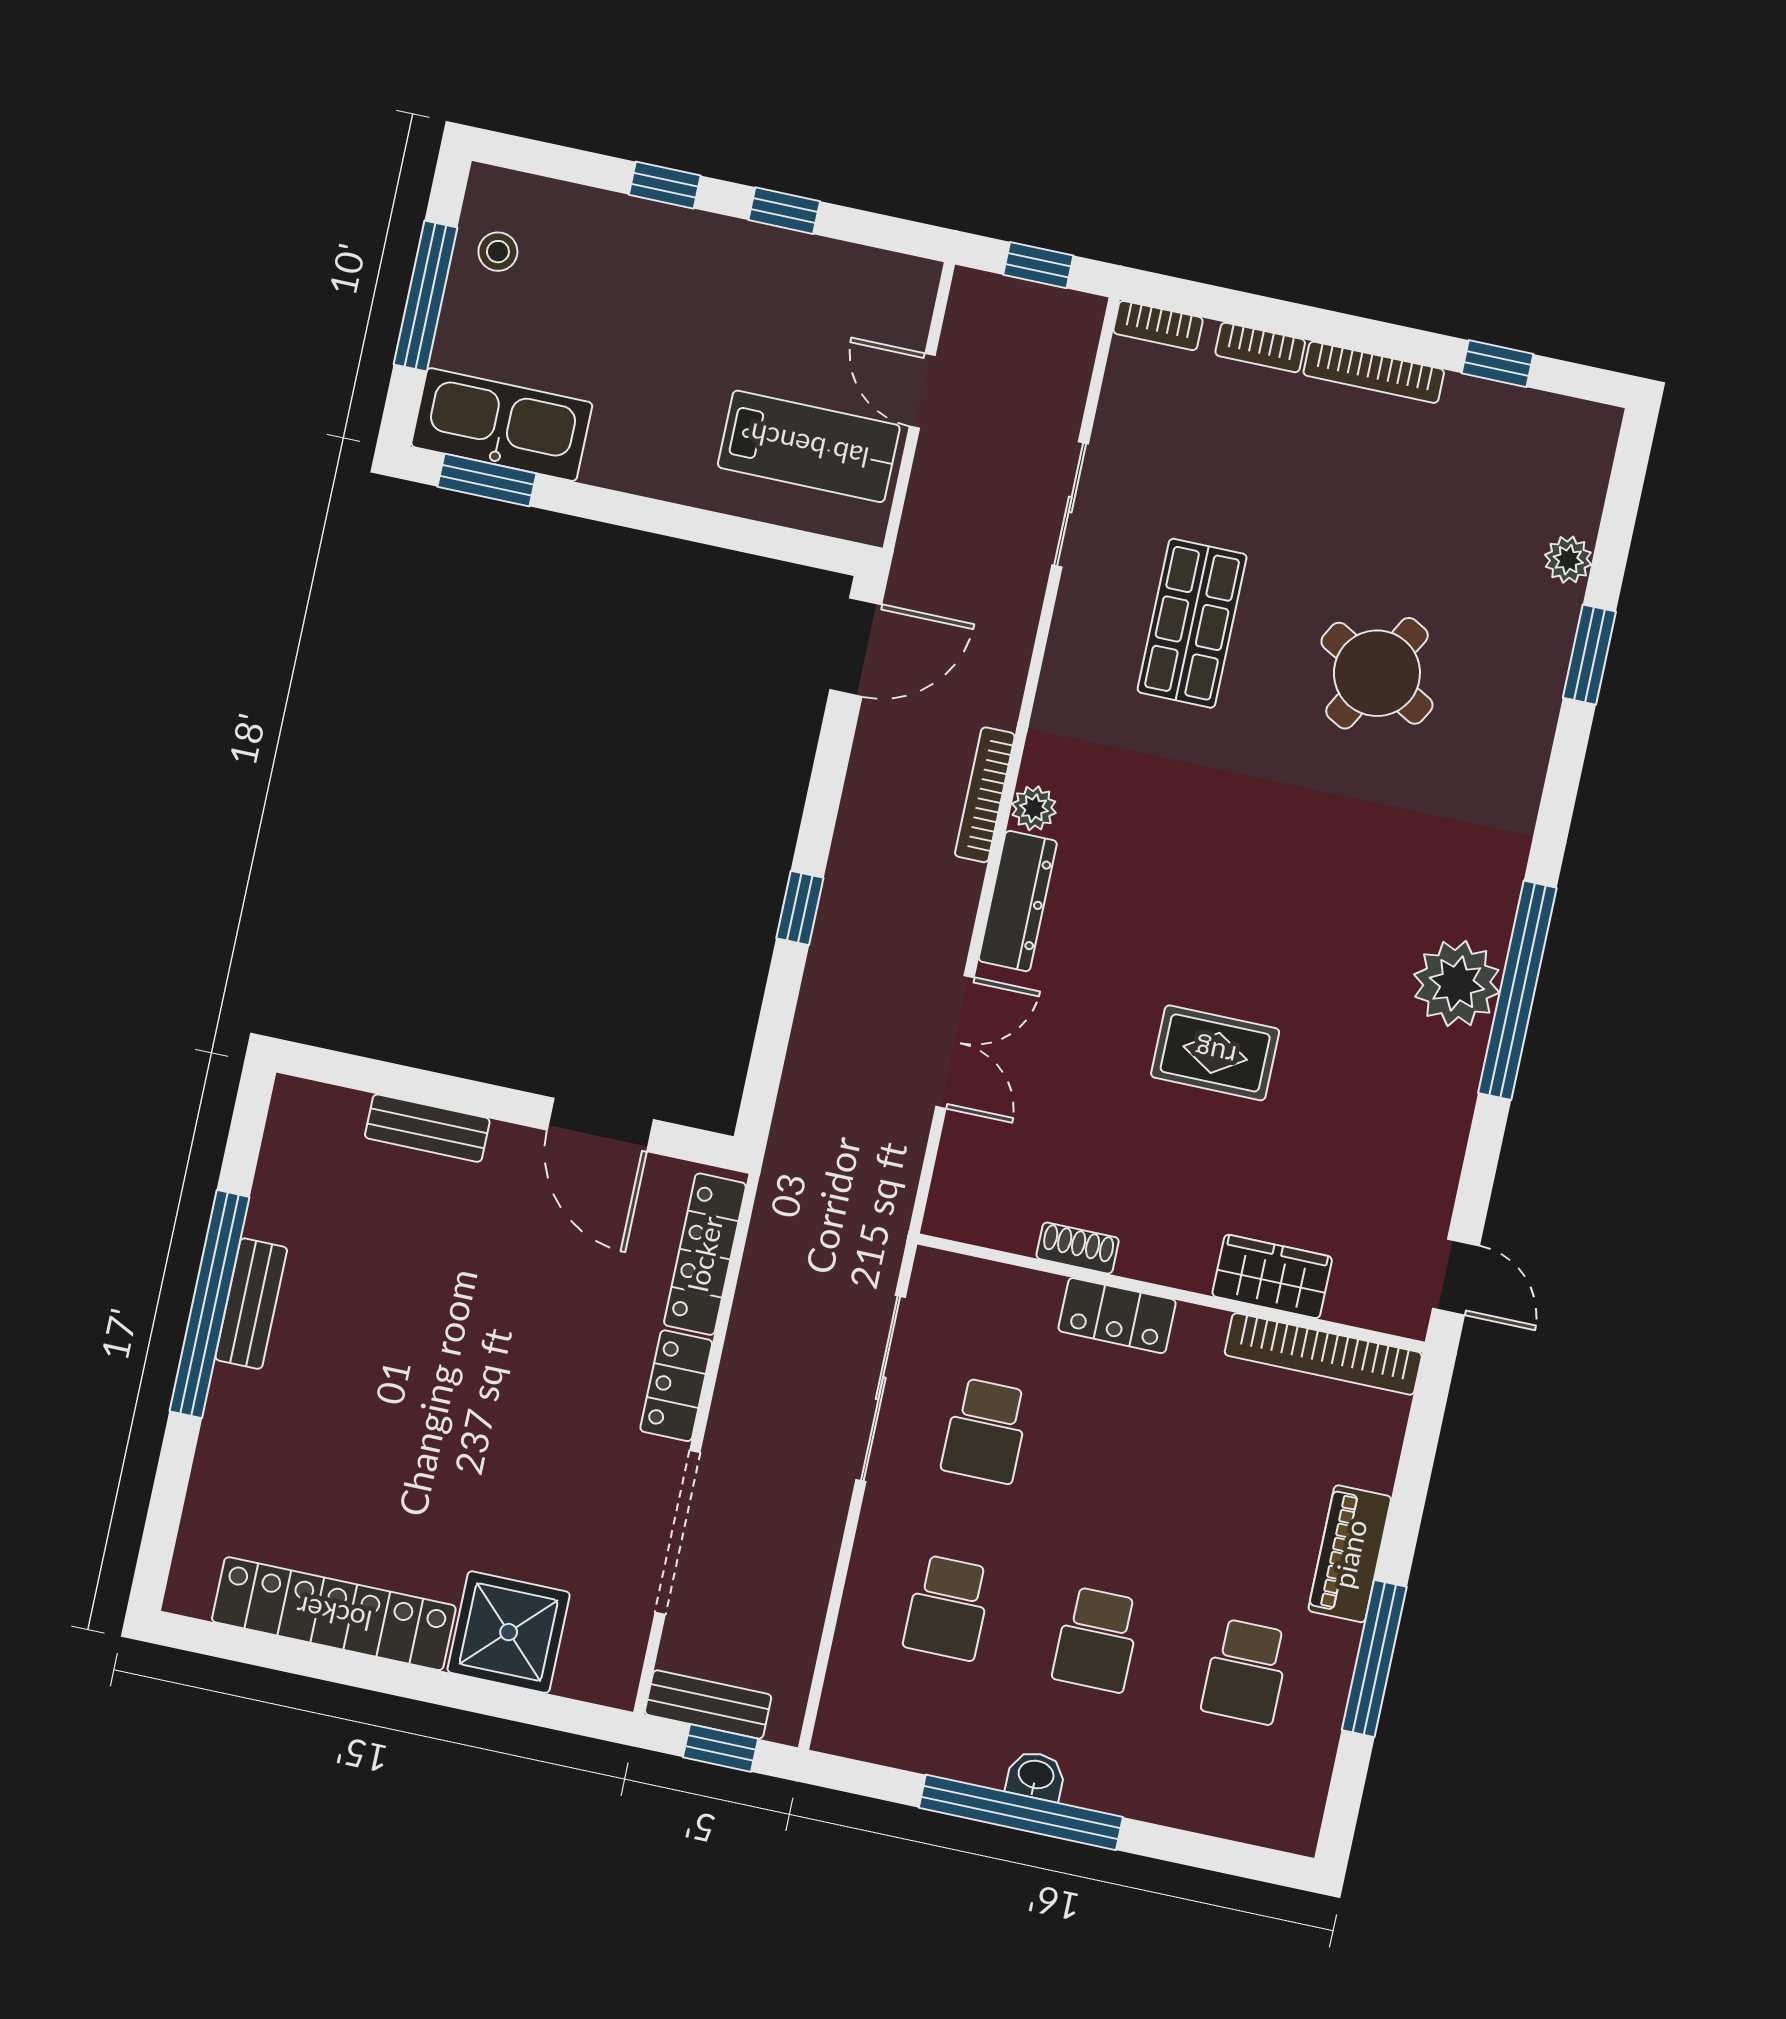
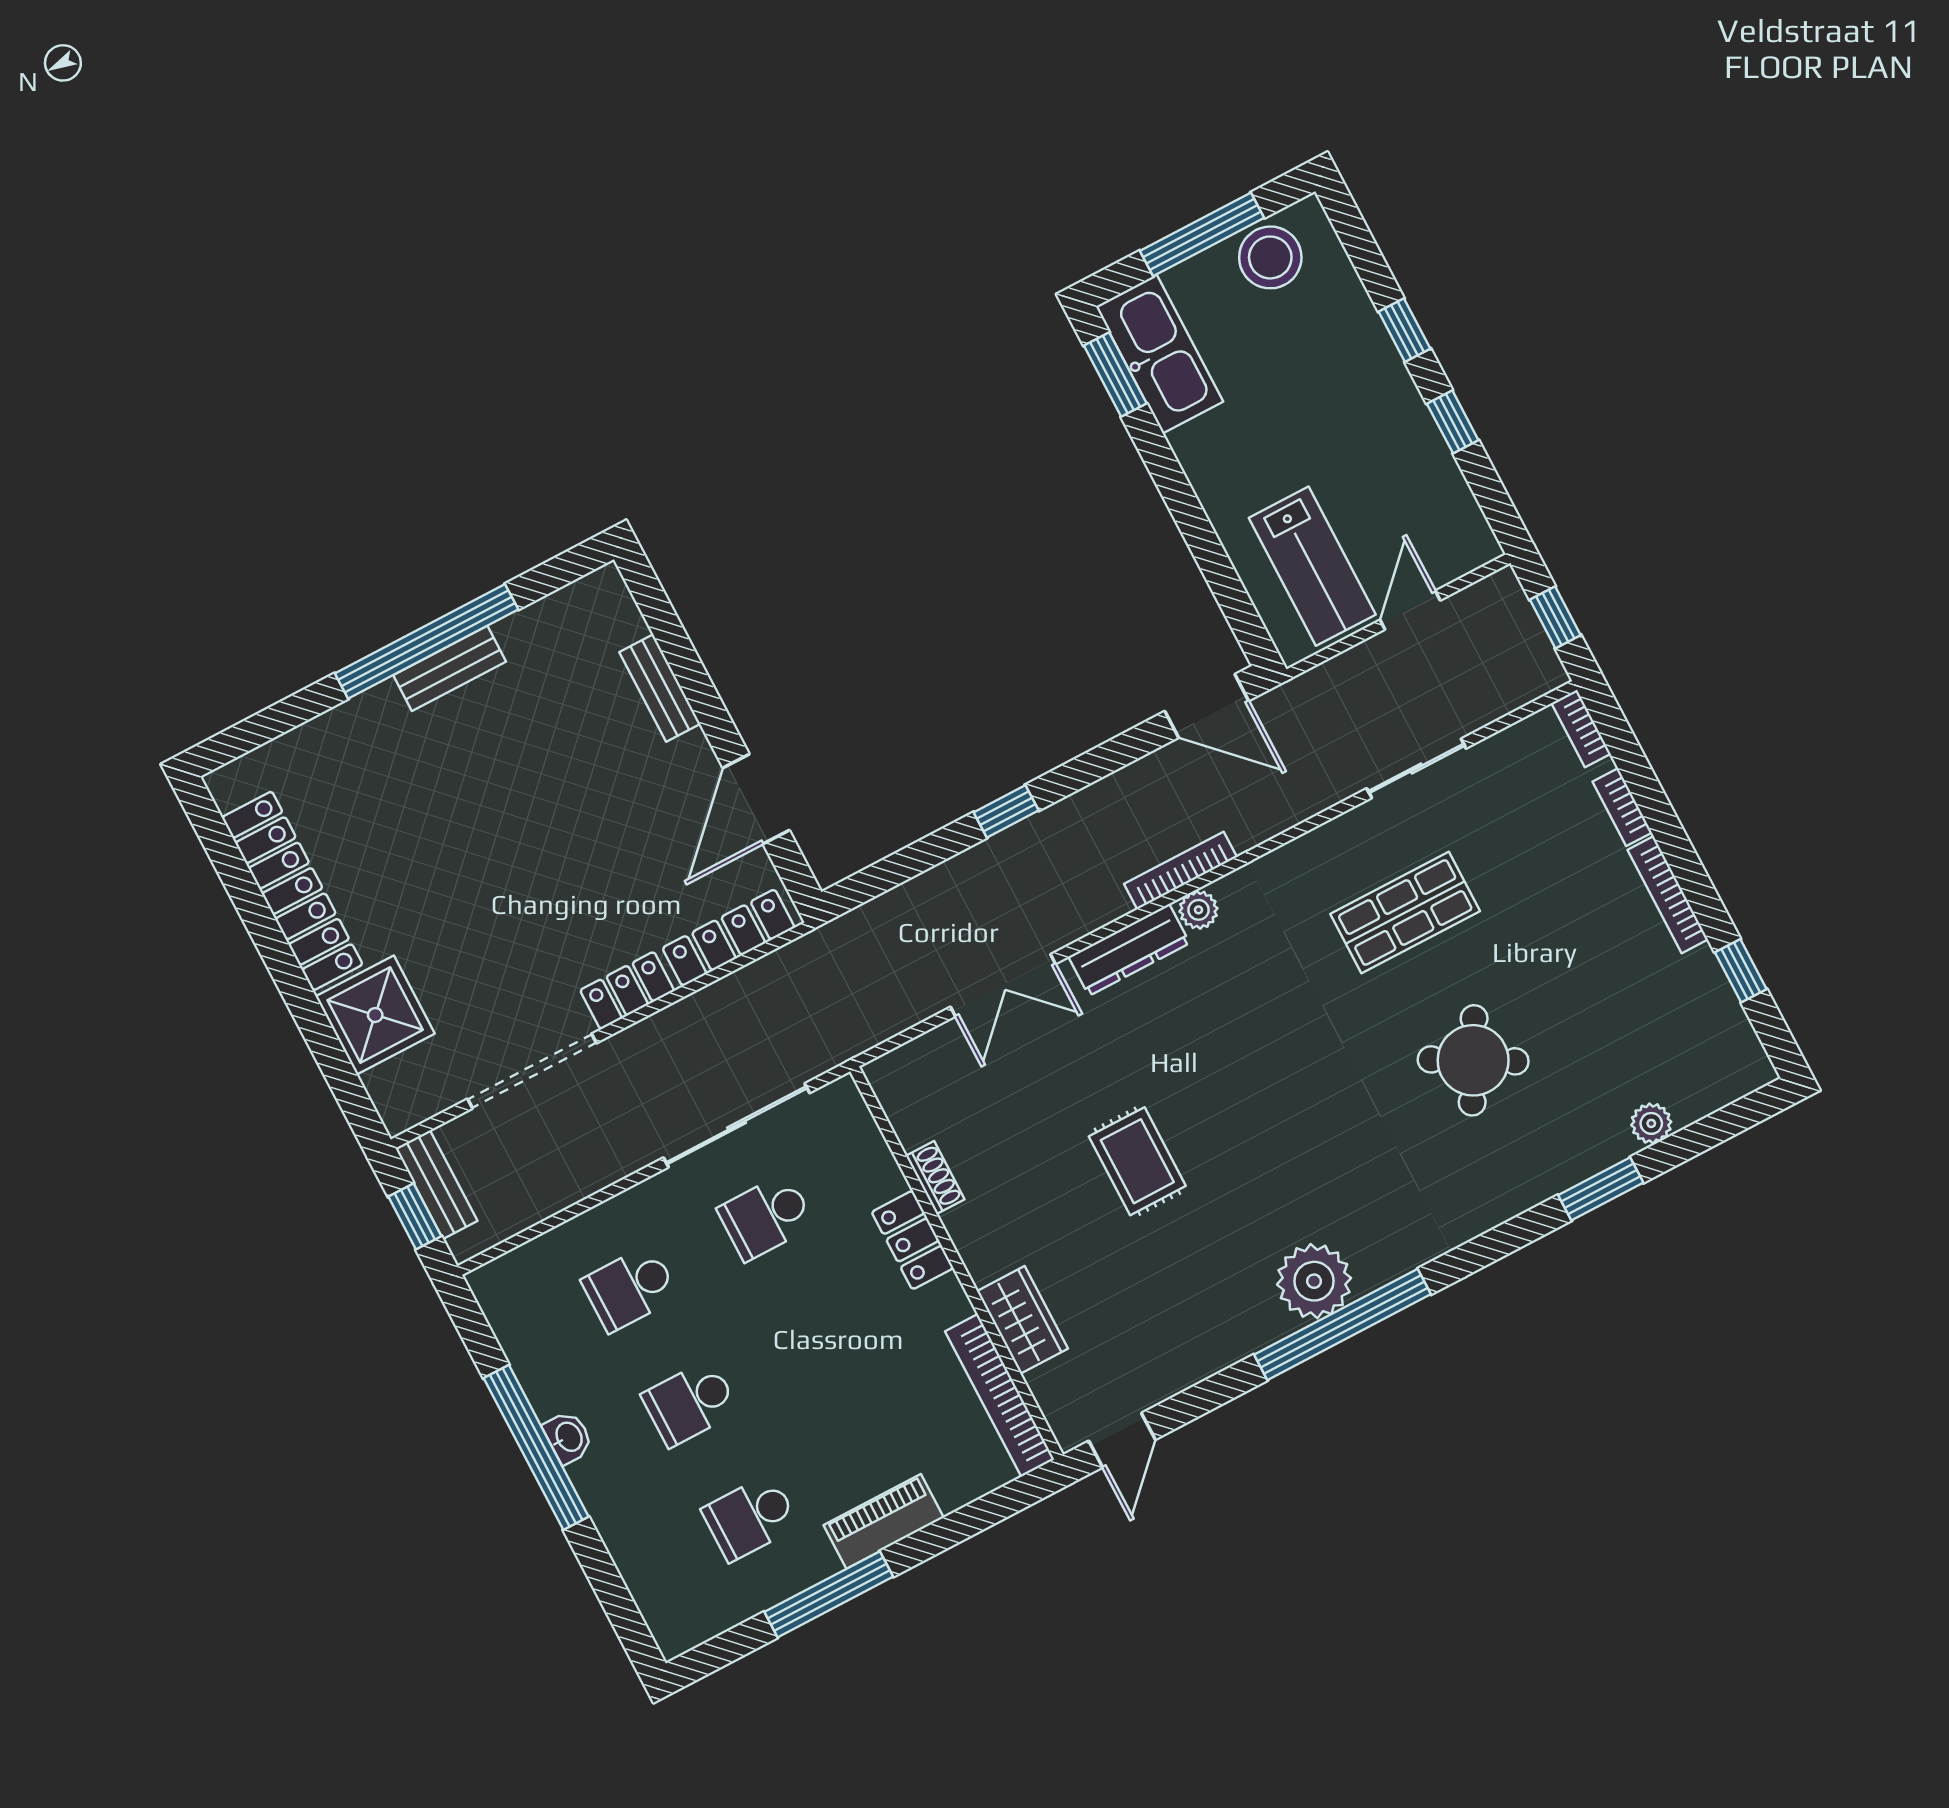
stool: (498, 252) -> (1270, 257), width x1.89, depth x1.89

